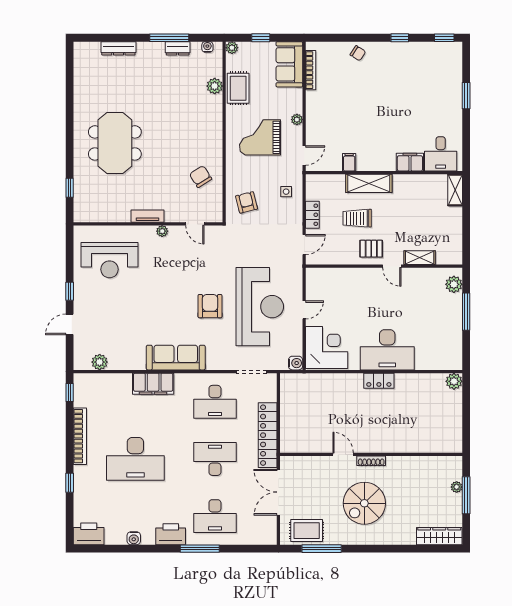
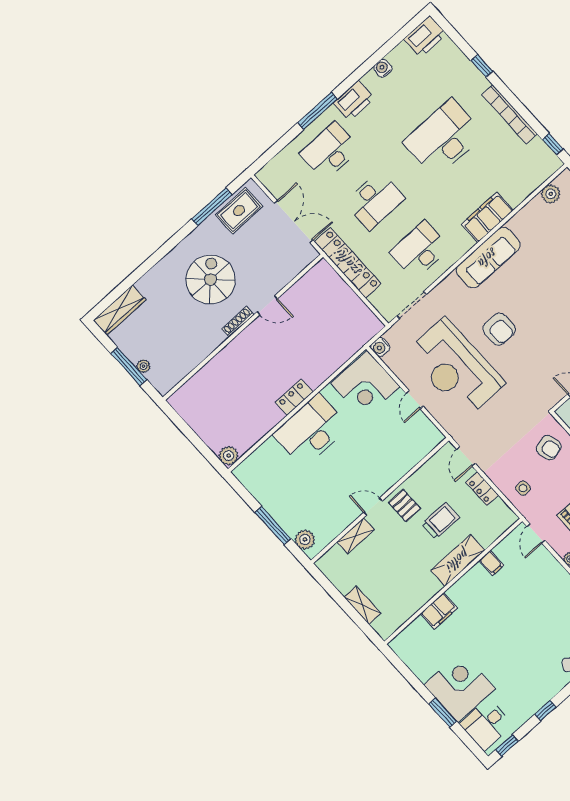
corner desk: (440, 102) -> (460, 687), added
desk: (441, 154) -> (486, 724), moved, turned -90
shelving: (455, 190) -> (362, 605), moved
pallet: (371, 249) -> (405, 506), turned 90

